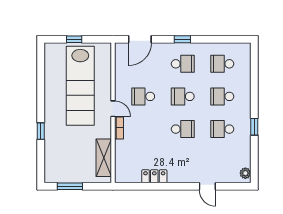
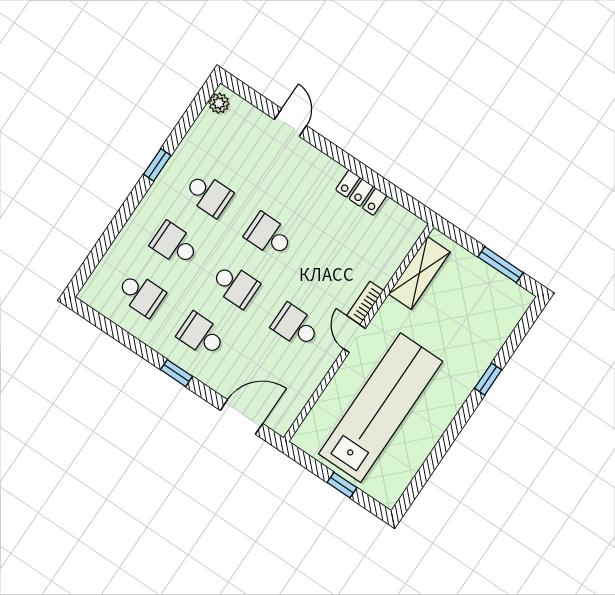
school desk: (143, 96) -> (296, 326), turned 180
school desk: (222, 96) -> (175, 244), turned 180

